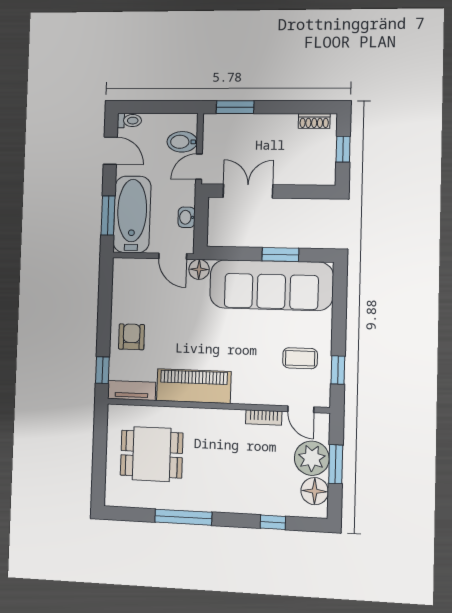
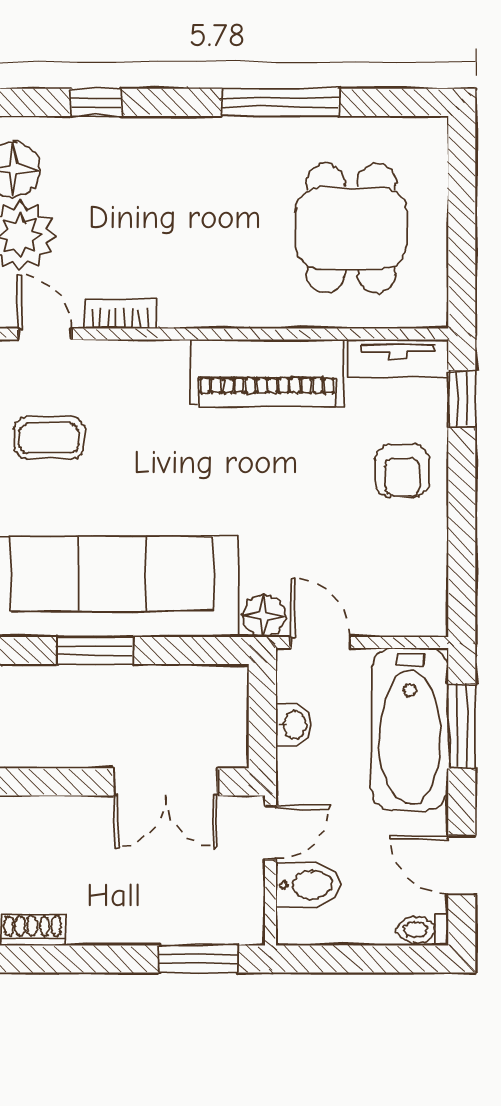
dining table: (152, 454) -> (351, 228), turned 90

